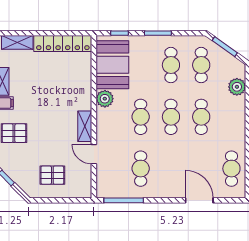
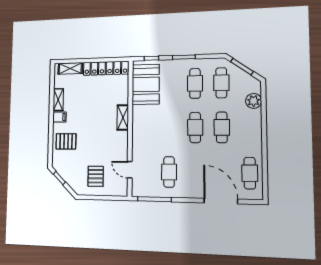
plant: (105, 99) -> (139, 113), removed
cafe table: (141, 117) -> (169, 128), removed
shelving: (85, 126) -> (123, 118), moved
door: (94, 154) -> (130, 170), moved
pallet: (52, 175) -> (96, 176), turned 90
door: (199, 200) -> (221, 201), width x1.36

